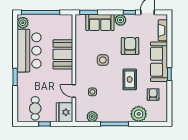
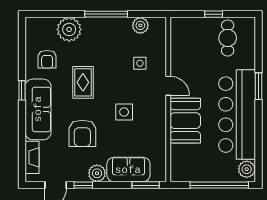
bar counter: (29, 51) -> (237, 115), width x1.36
door: (74, 91) -> (168, 86), moved
fridge: (65, 112) -> (183, 32), removed

